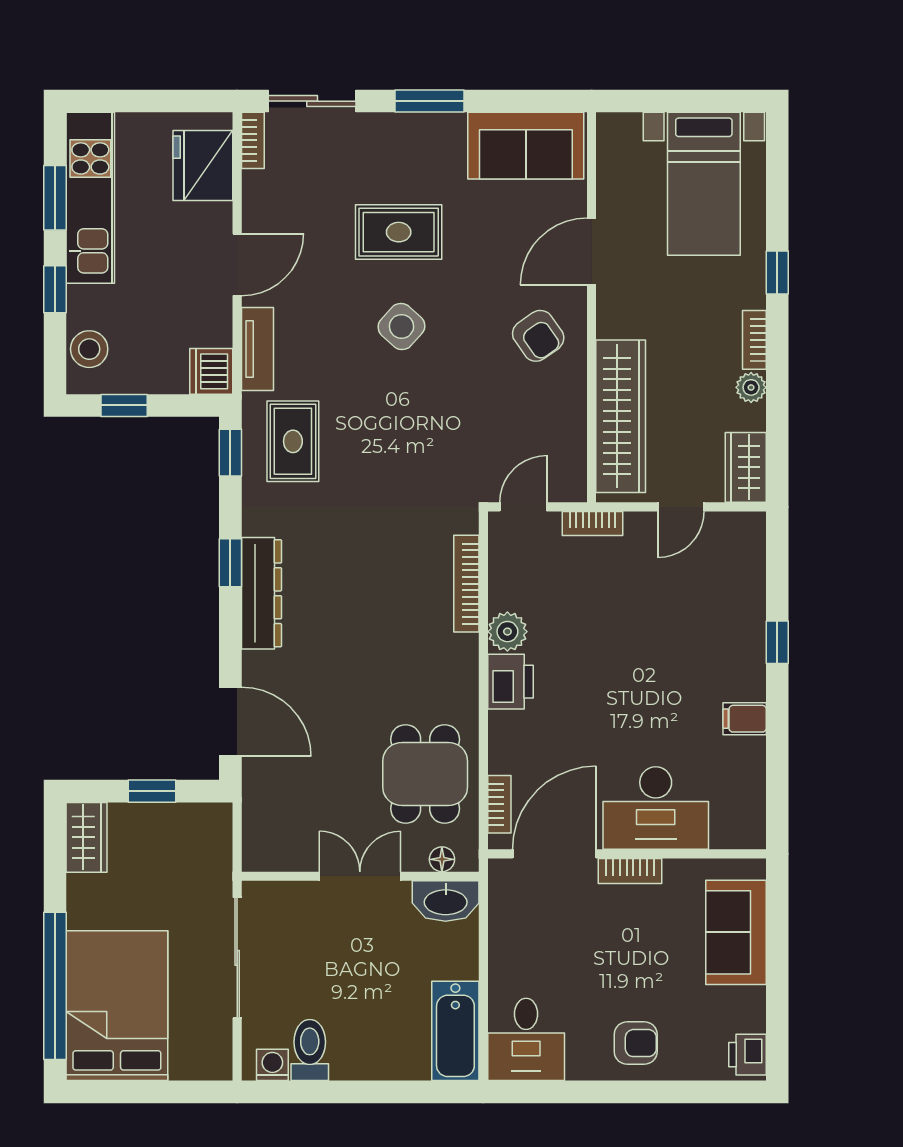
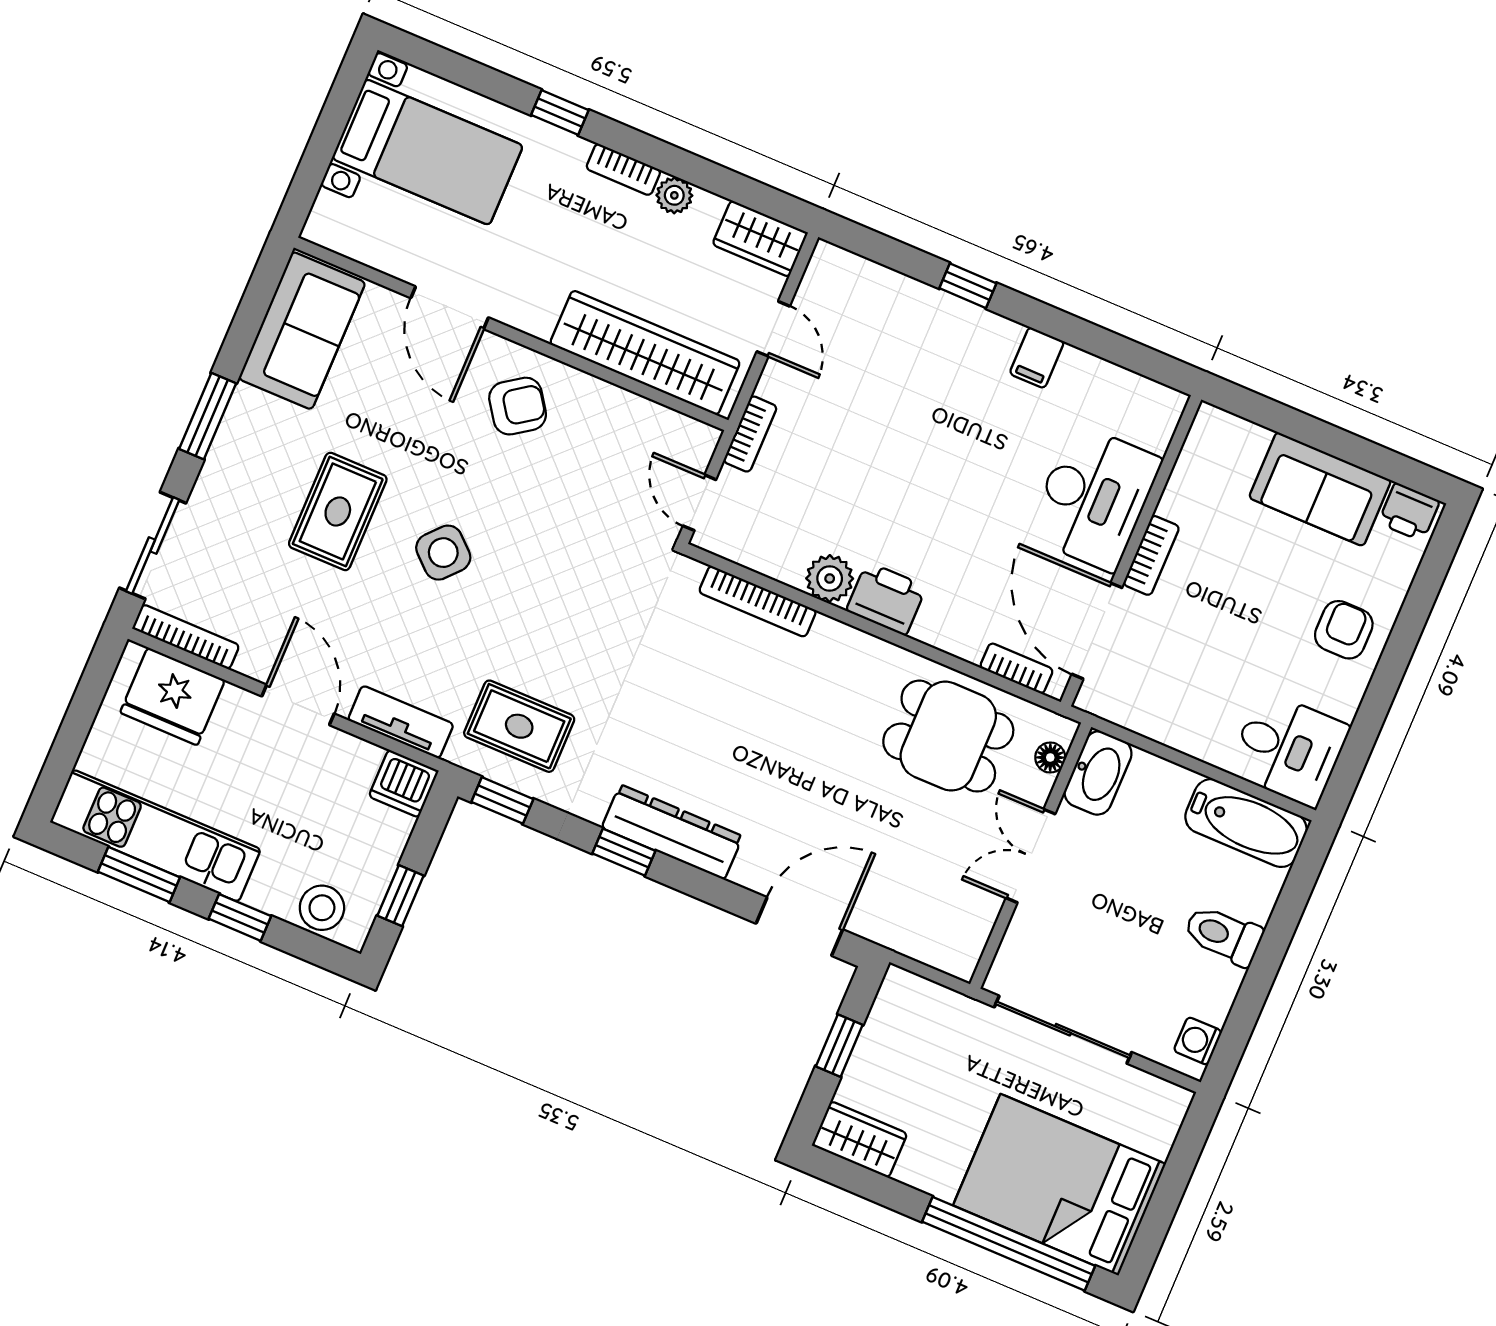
bookcase: (253, 140) -> (186, 637), width x1.56
sofa: (736, 932) -> (1320, 489), moved
toilet: (310, 1050) -> (1223, 935), moved

